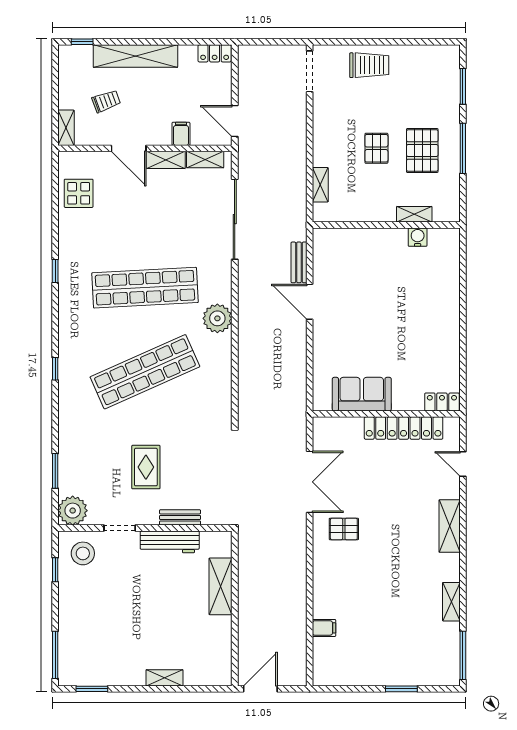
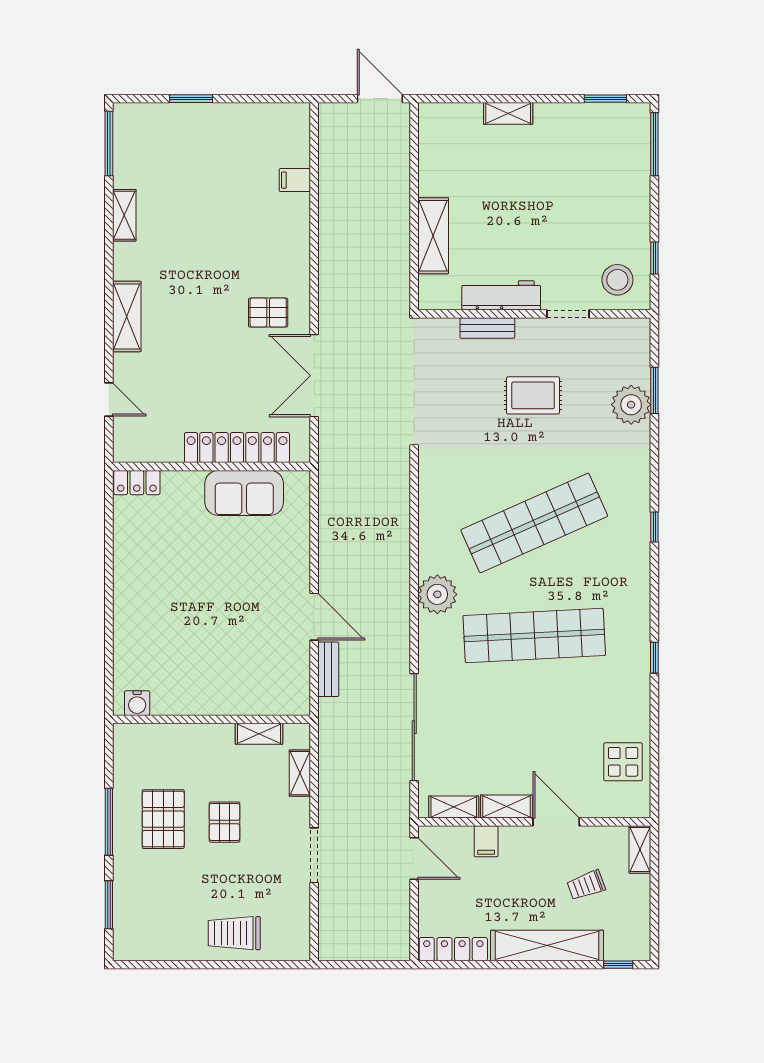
locker: (215, 53) -> (453, 949), width x1.53
doorway: (310, 71) -> (314, 855), moved
shelving: (414, 214) -> (259, 734), moved
water cooler: (418, 237) -> (137, 703), moved
locker: (404, 428) -> (237, 448), moved
rug: (146, 467) -> (533, 395), turned 90
plant: (73, 511) -> (631, 405), moved
door: (260, 689) -> (380, 99), swing flipped

